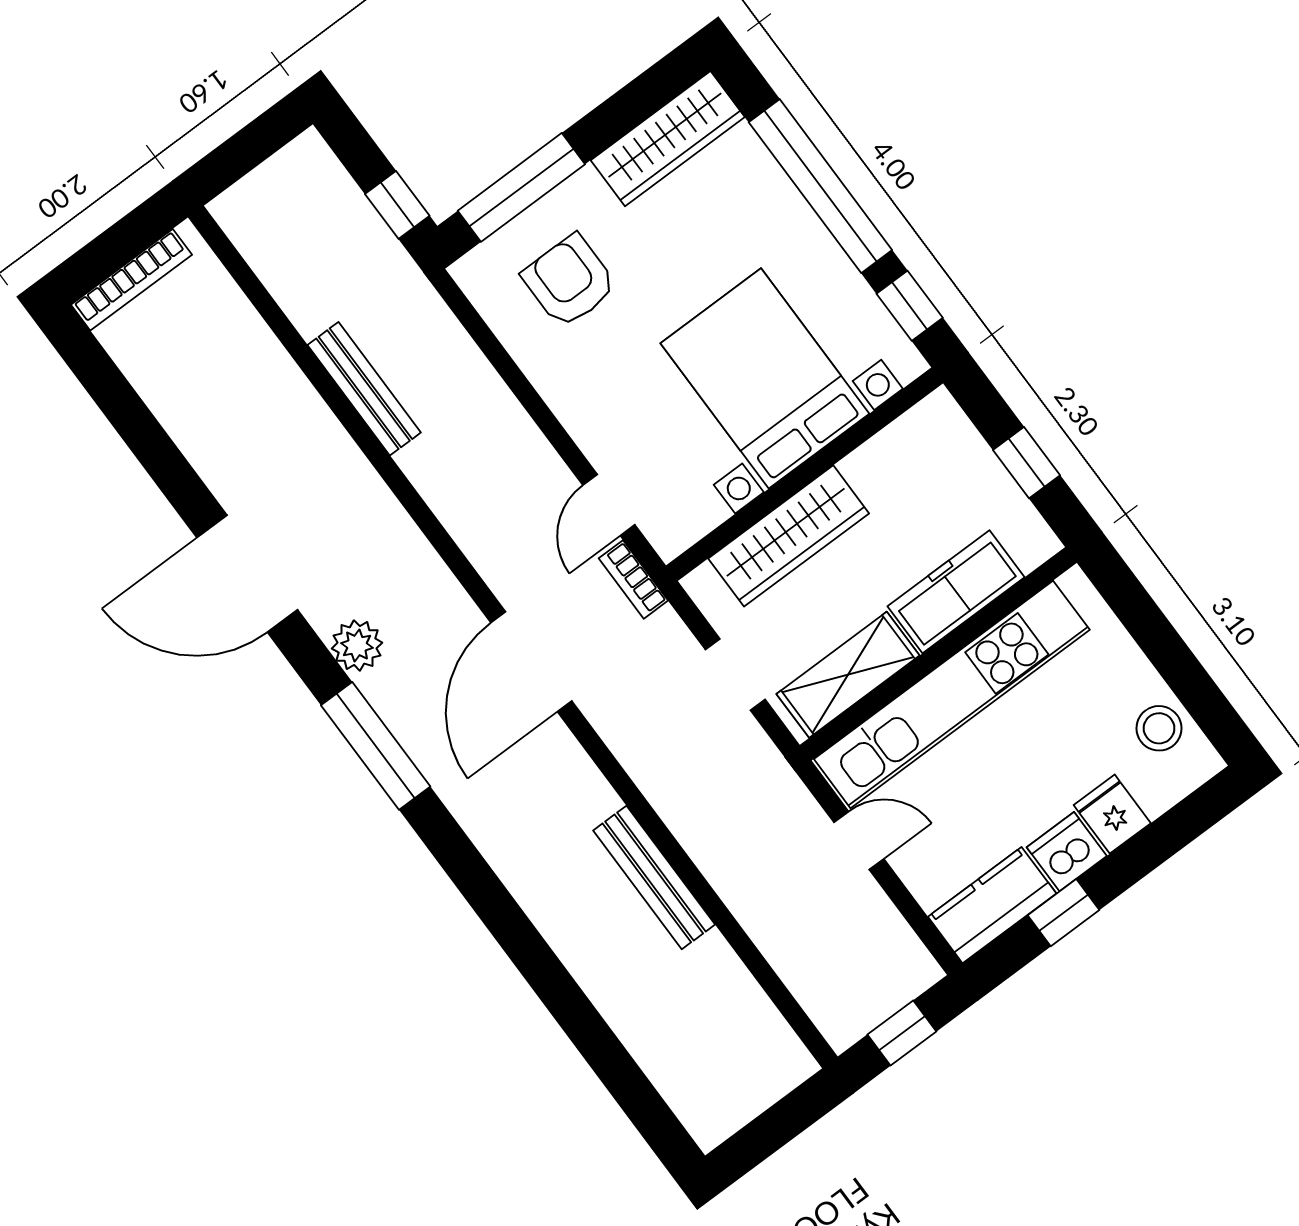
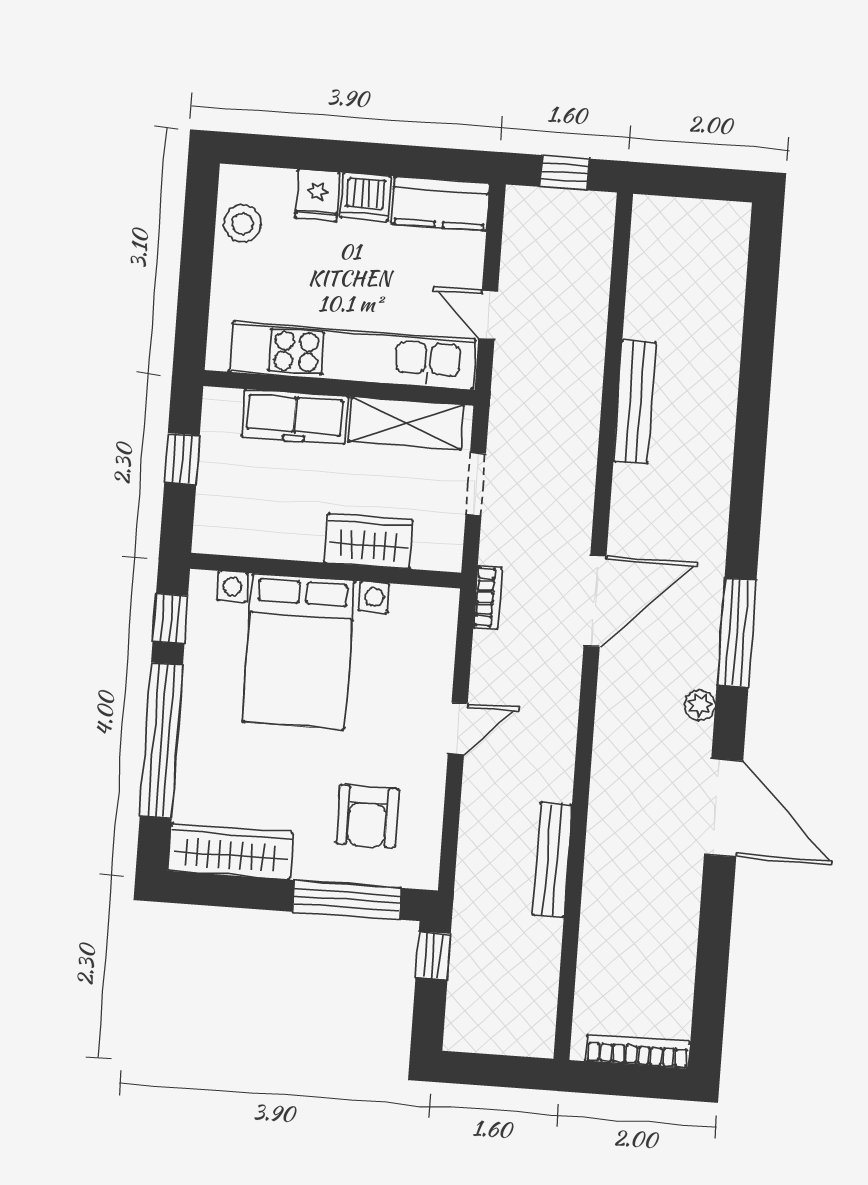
door: (609, 505) -> (458, 729), moved
wardrobe: (789, 536) -> (369, 541), width x0.67
plant: (357, 646) -> (700, 705), width x0.73, depth x0.73
window: (1064, 913) -> (400, 161), removed

